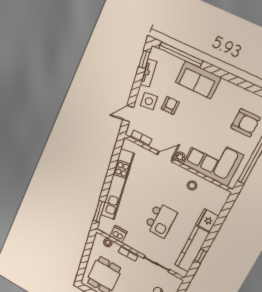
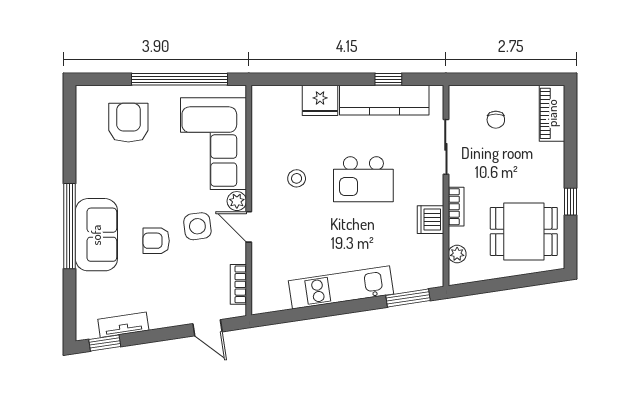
window: (181, 55) -> (69, 226), moved
side table: (149, 101) -> (197, 226), moved
armchair: (170, 106) -> (156, 241), moved
kitchen unit: (117, 185) -> (341, 287), width x0.73
stool: (192, 185) -> (297, 178), moved
kitchen island: (161, 220) -> (363, 179), turned 180
dishwasher: (118, 234) -> (430, 220), moved

